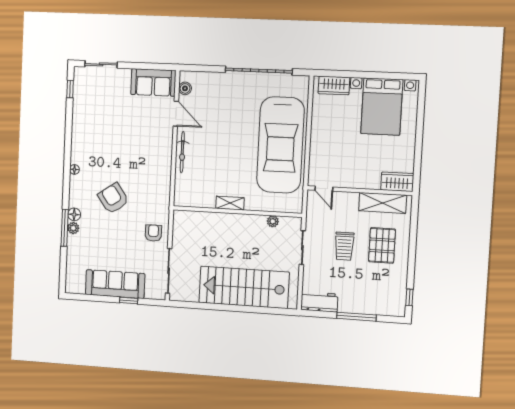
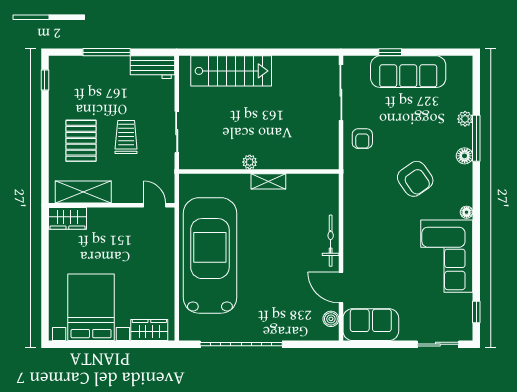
corner sofa: (91, 135) -> (447, 256), added
plant: (273, 221) -> (250, 162), moved
plant: (73, 228) -> (465, 119), moved
stairs: (244, 287) -> (231, 71), width x0.73, depth x0.66

